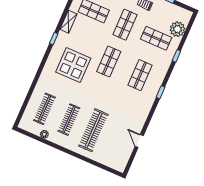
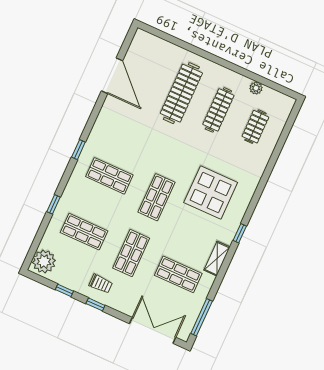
plant: (177, 29) -> (44, 261), moved
shop shelf: (140, 75) -> (109, 176), turned 90
clothes rail: (44, 109) -> (255, 127), width x0.73
door: (139, 141) -> (112, 76), width x1.87

